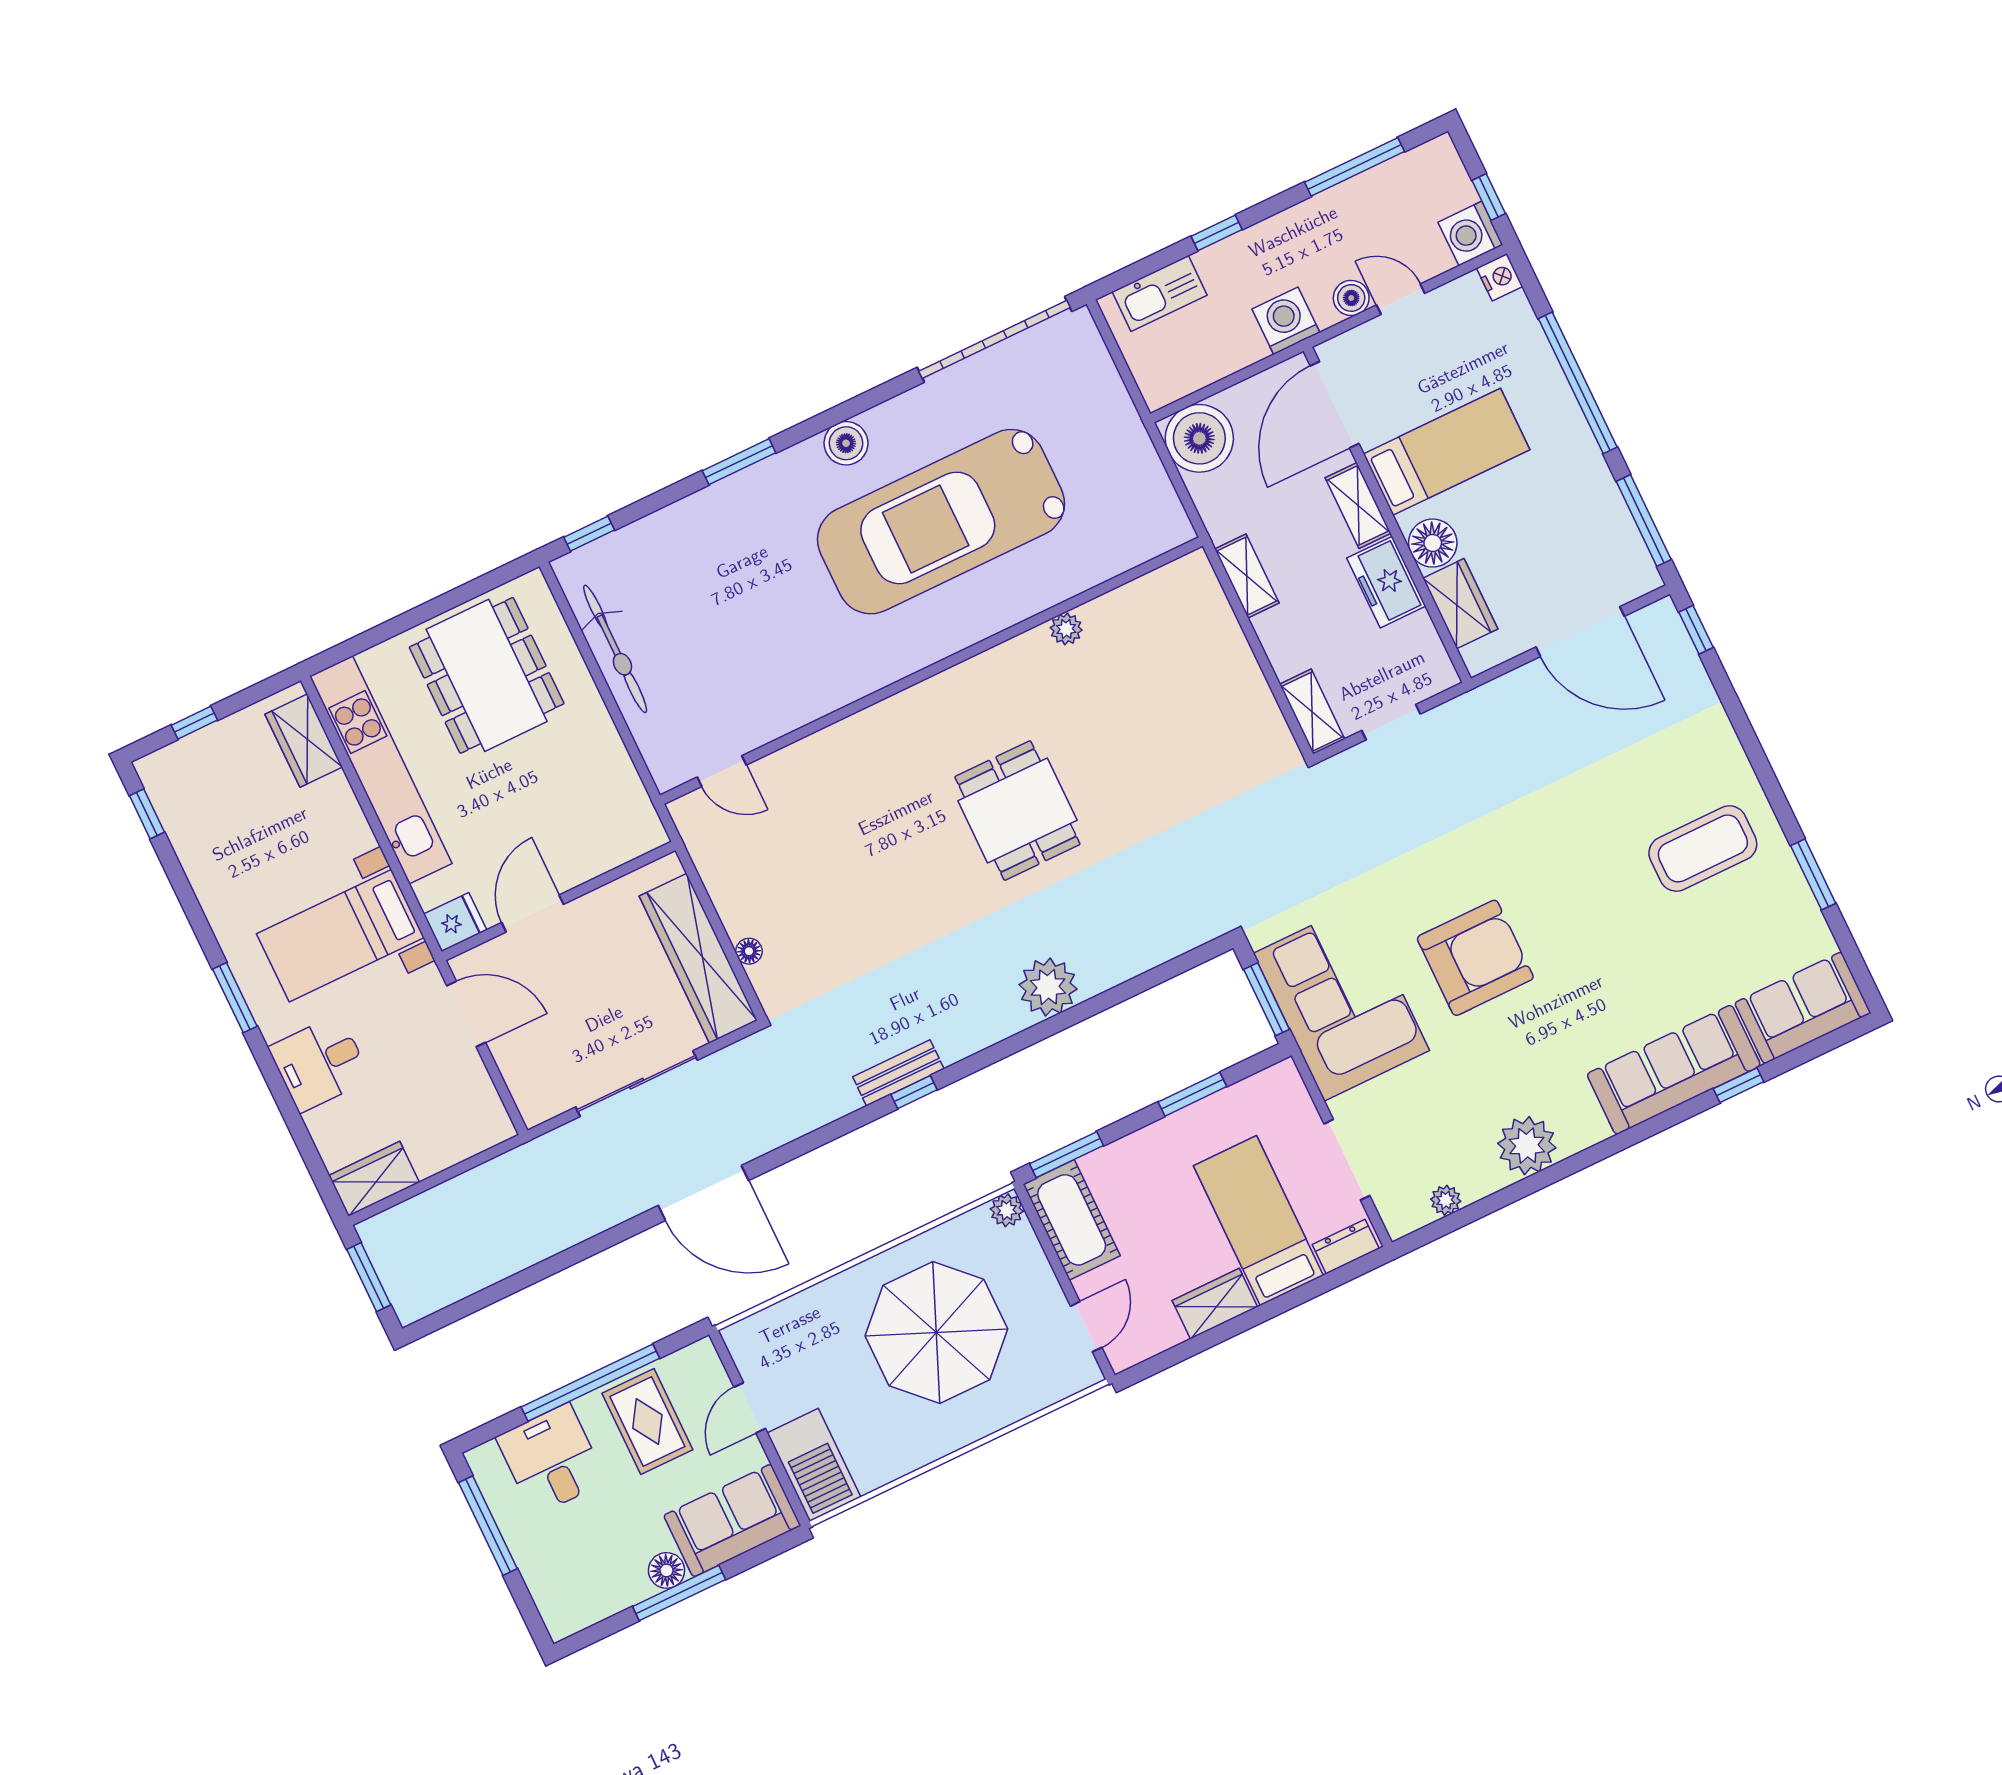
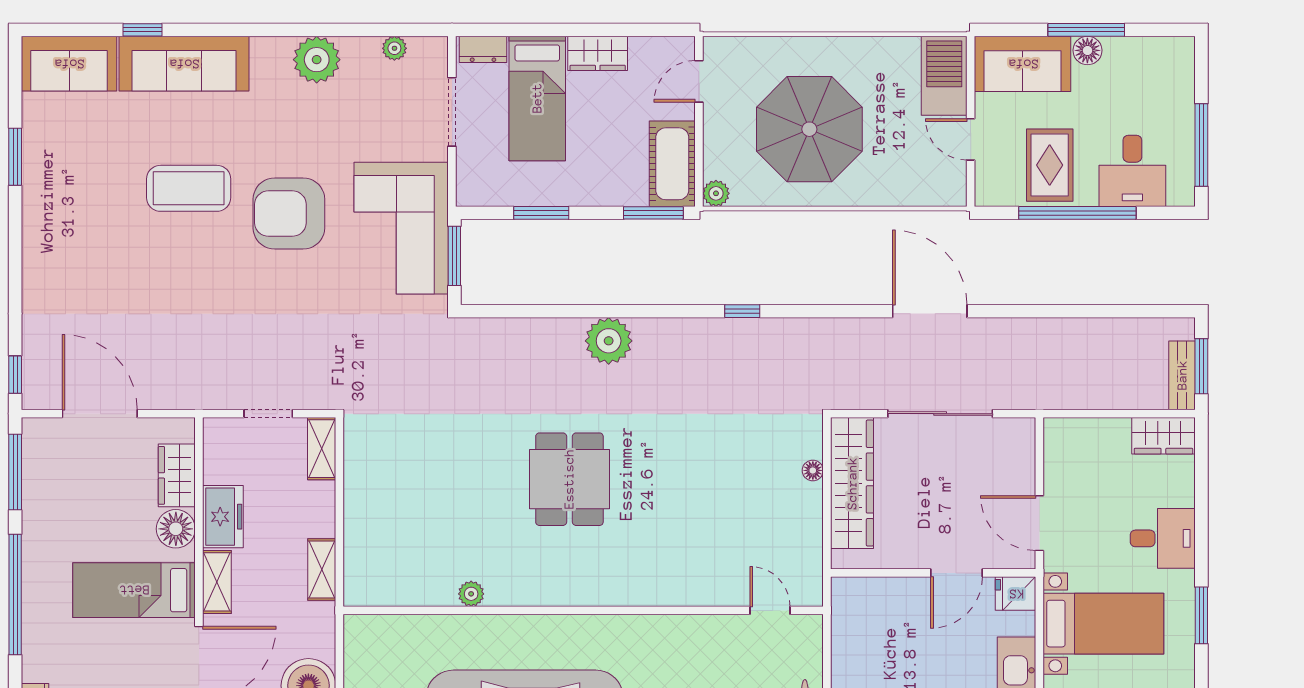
coffee table: (1703, 848) -> (189, 188), moved
bench: (898, 1073) -> (1182, 375), moved, turned 90
door: (750, 1408) -> (971, 139), swing flipped

